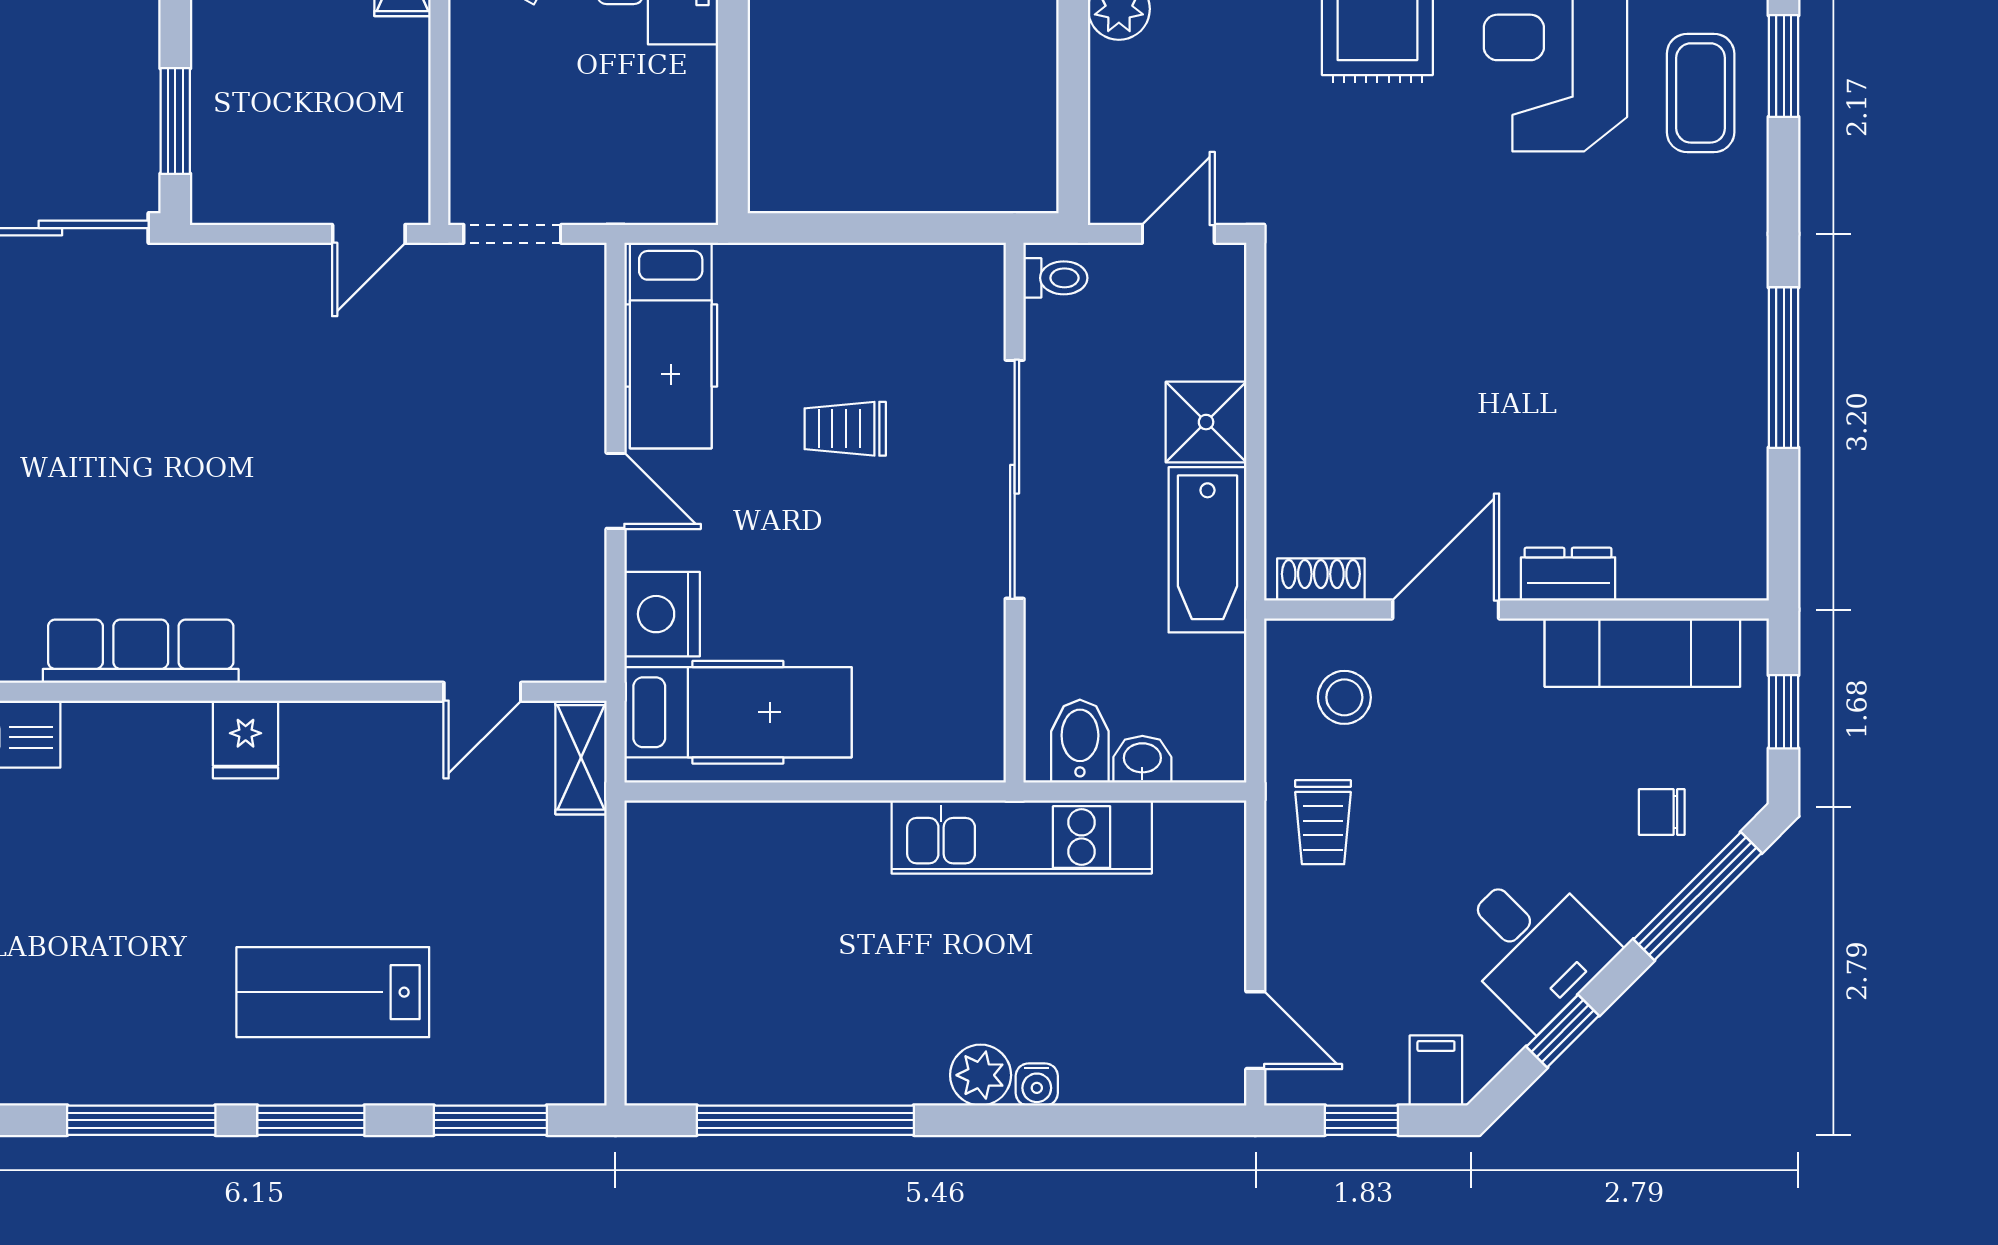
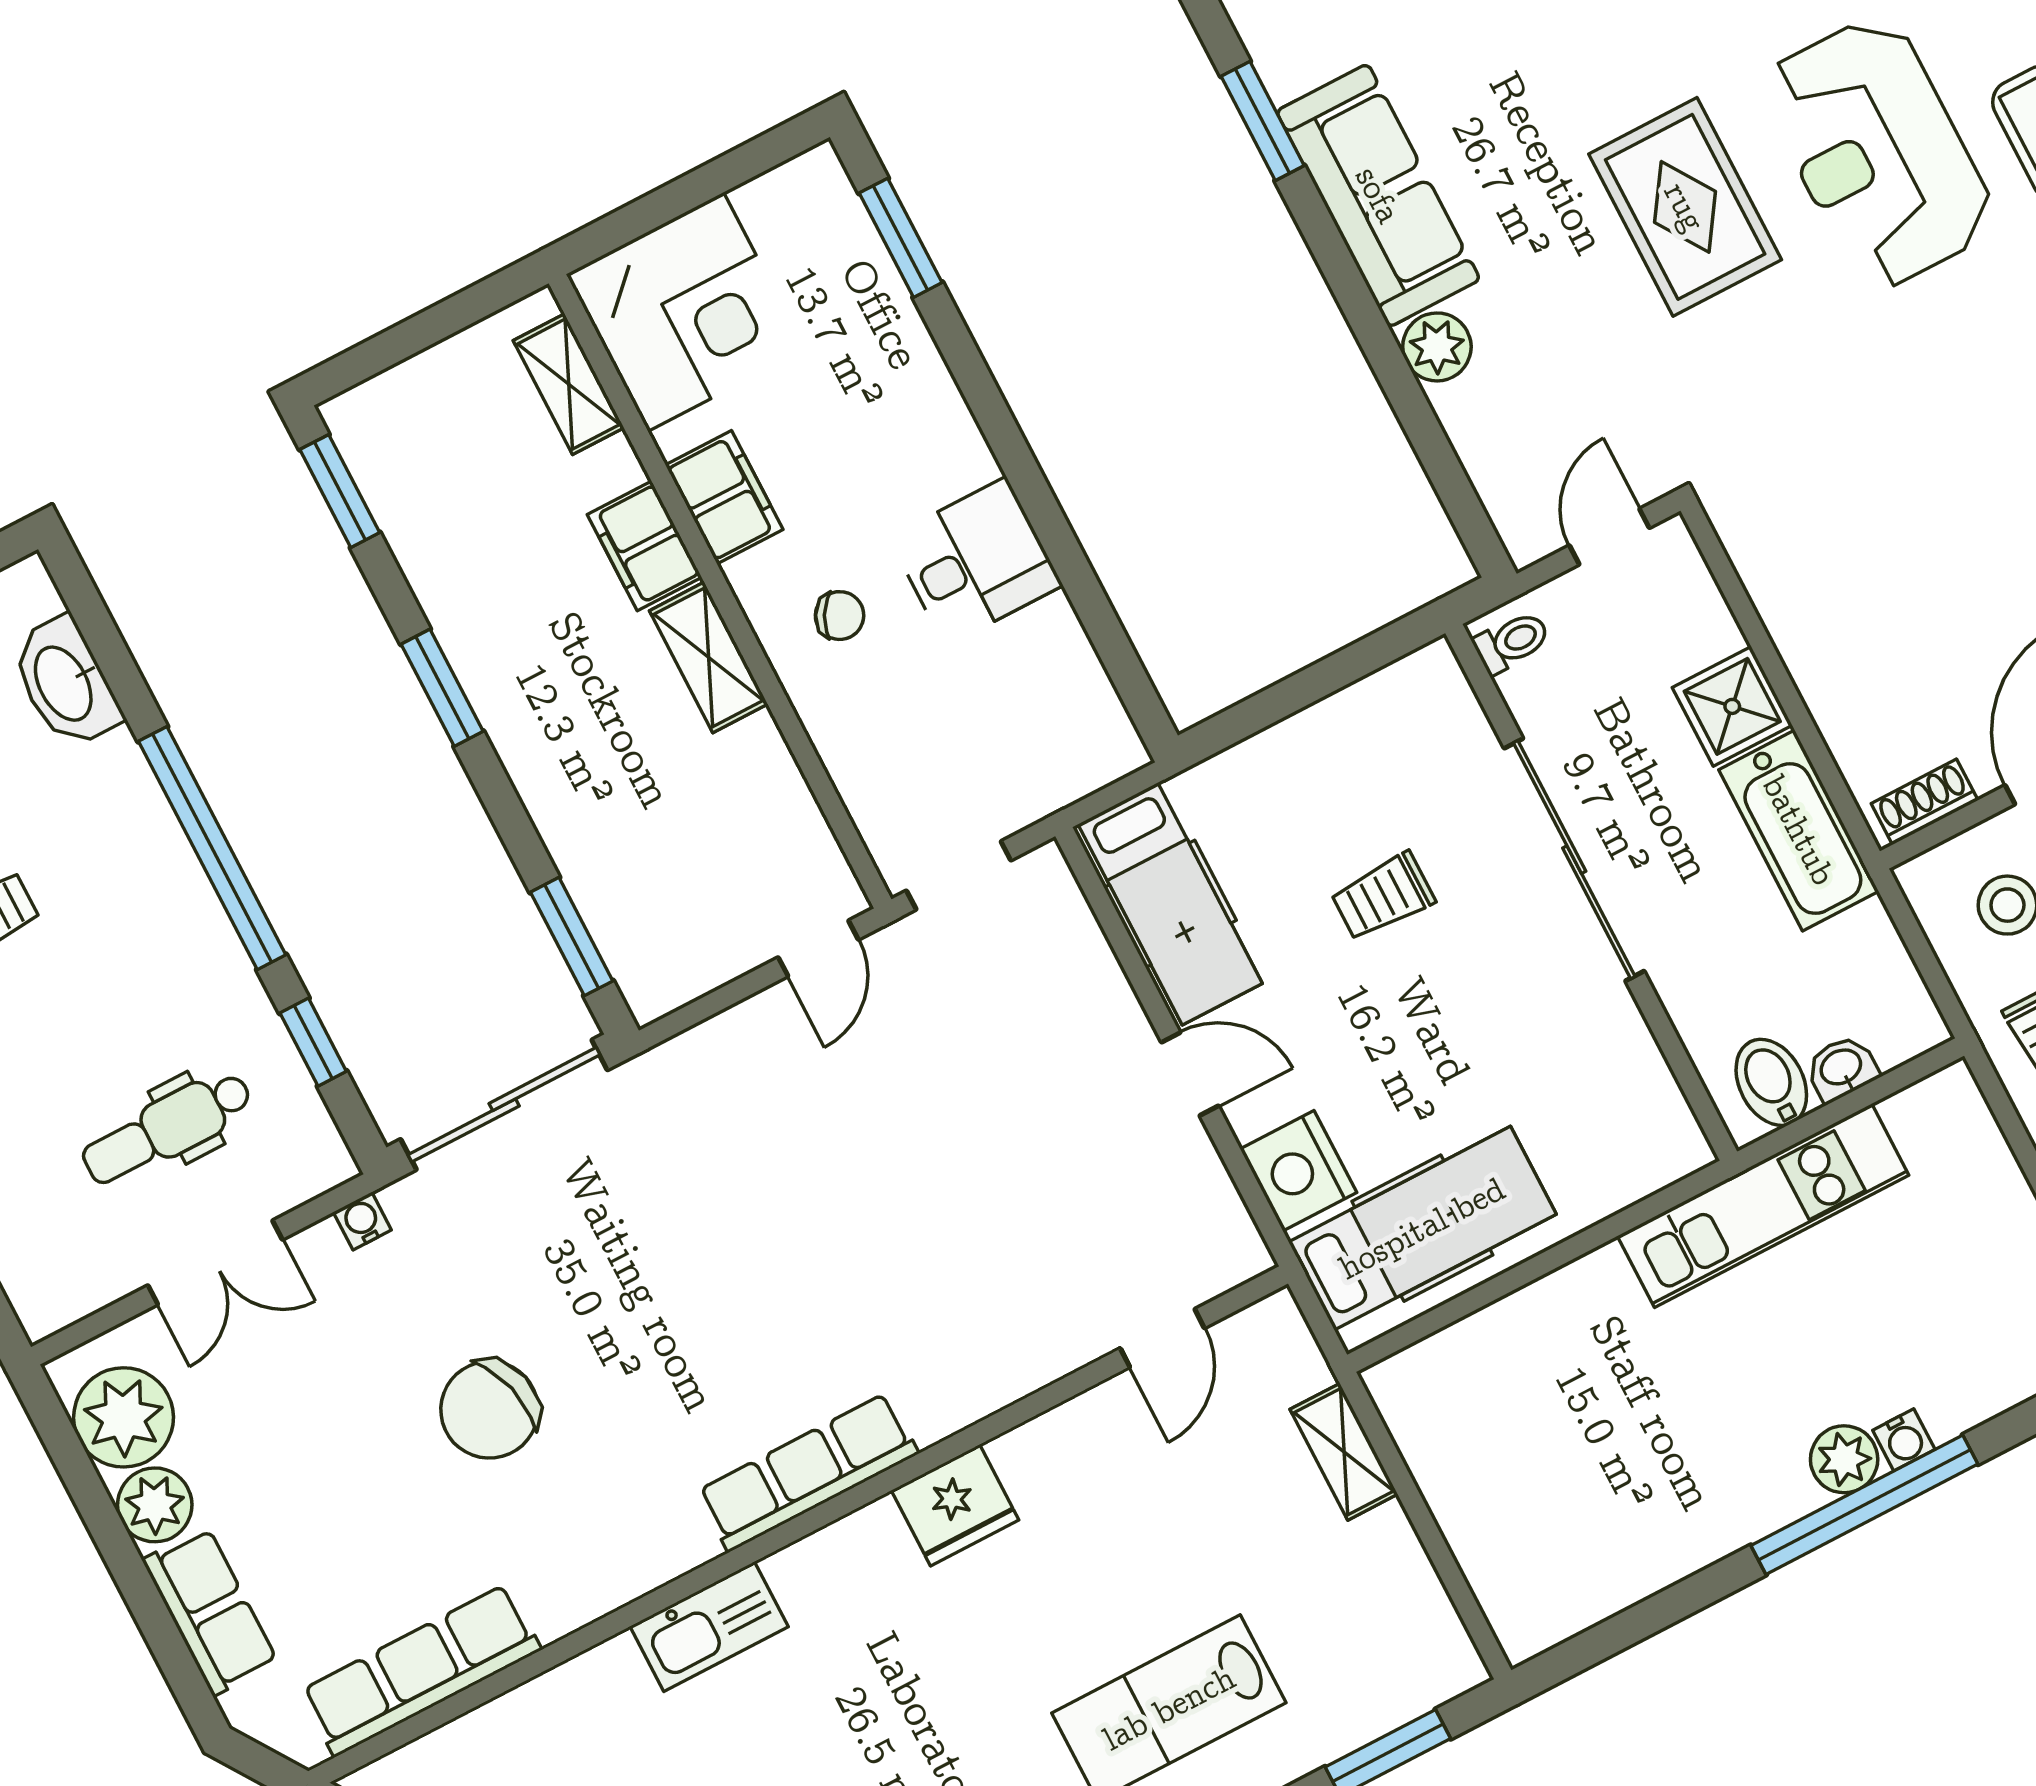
fridge: (246, 739) -> (955, 1505), width x1.38
shelving: (581, 757) -> (1344, 1452), moved
window: (805, 1120) -> (1864, 1505), moved

